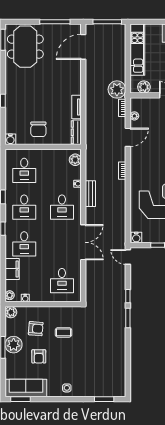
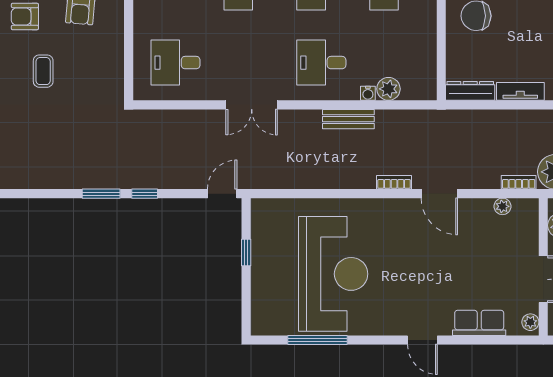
door: (128, 137) -> (439, 194), moved
plant: (75, 160) -> (388, 89), moved
water cooler: (136, 238) -> (261, 210), removed
double door: (83, 242) -> (252, 105), width x0.73
coffee table: (63, 332) -> (43, 71), moved

